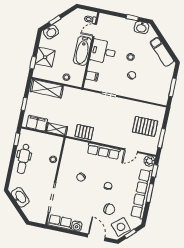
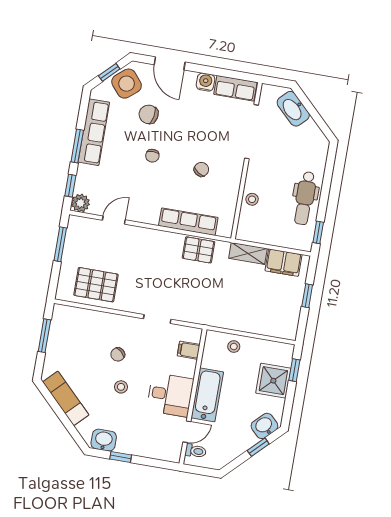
shelving: (47, 89) -> (268, 325), removed
pallet: (145, 126) -> (96, 285), moved
row of seats: (104, 151) -> (188, 222), moved
dental chair: (23, 159) -> (305, 198), turned 180
row of seats: (142, 194) -> (94, 132), width x0.73
washbasin: (20, 197) -> (293, 109), moved

